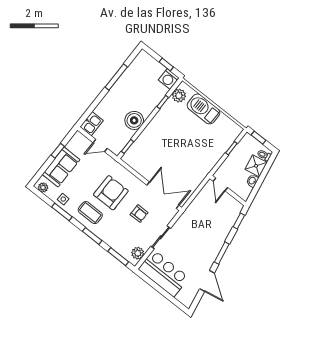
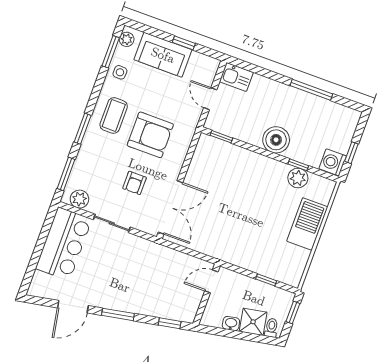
plant: (179, 96) -> (298, 178), moved
boiler: (134, 120) -> (276, 140), moved
window: (62, 212) -> (111, 52), moved

